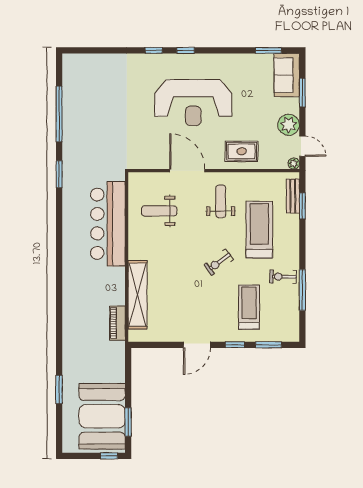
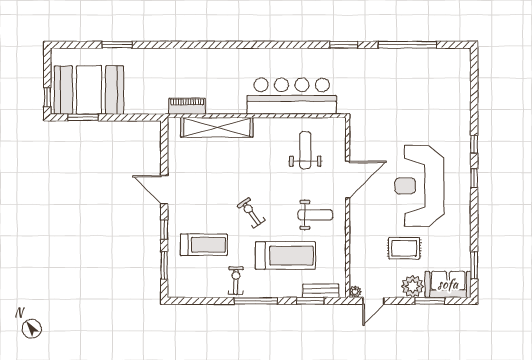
plant: (289, 125) -> (413, 286), moved
rug: (242, 151) -> (404, 248), moved, turned 90
window: (302, 290) -> (256, 301), moved

